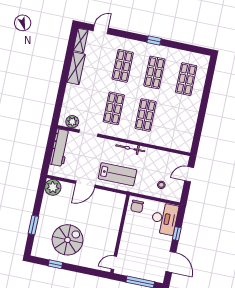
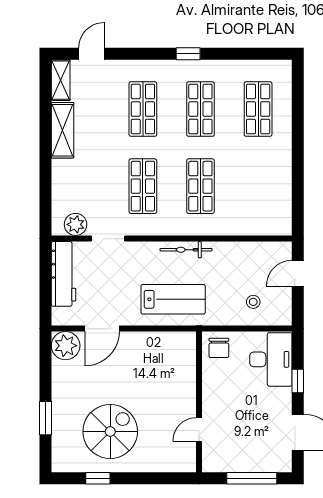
door: (85, 184) -> (102, 329), moved
door: (114, 263) -> (199, 429), moved

